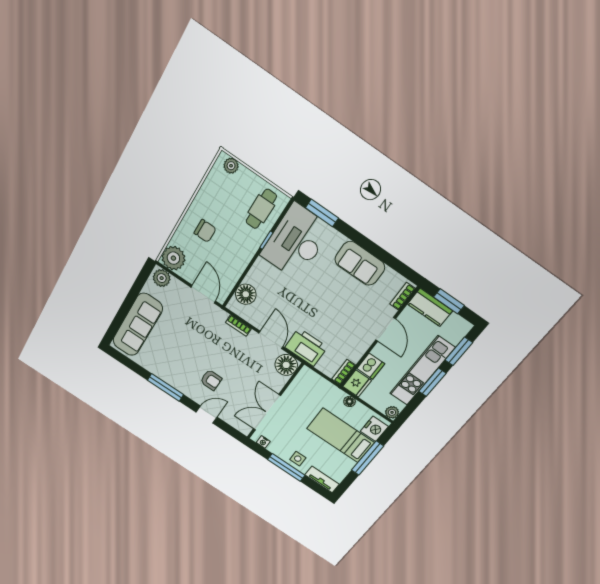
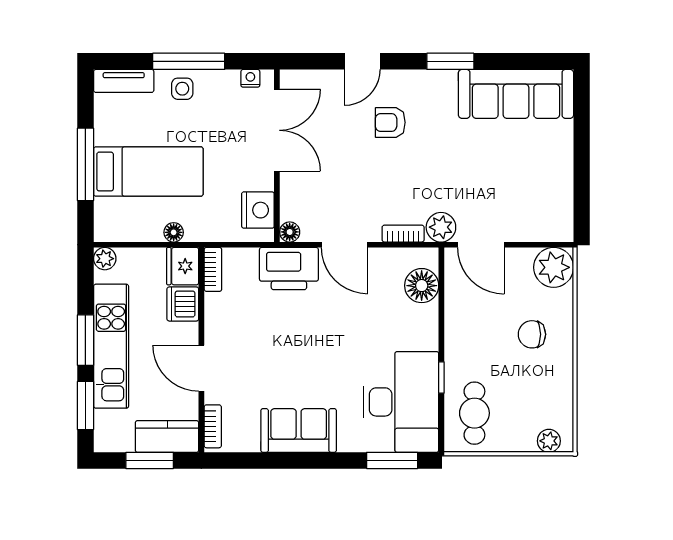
plant: (162, 278) -> (441, 227), moved
sofa: (138, 325) -> (516, 94), moved, turned -90
floor lamp: (286, 365) -> (290, 232), width x0.53, depth x0.53
window: (165, 387) -> (450, 61), width x0.69
nightstand: (374, 429) -> (258, 210), moved, turned 180

